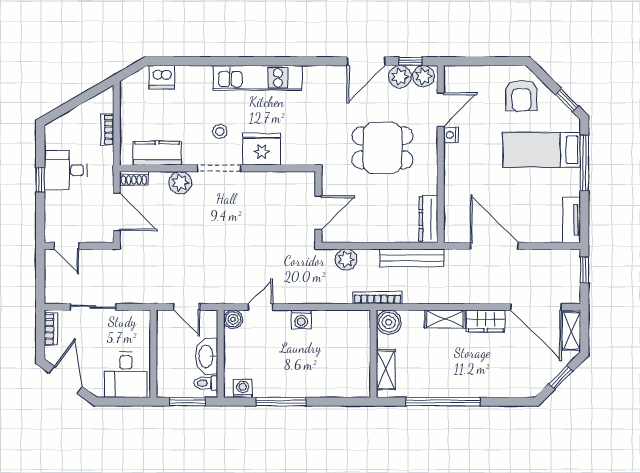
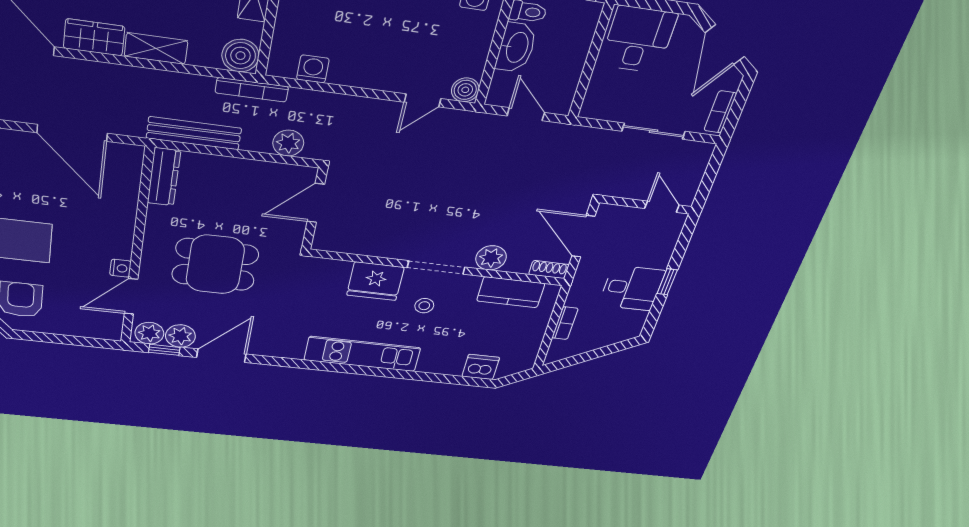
washing machine: (301, 320) -> (313, 69), moved

